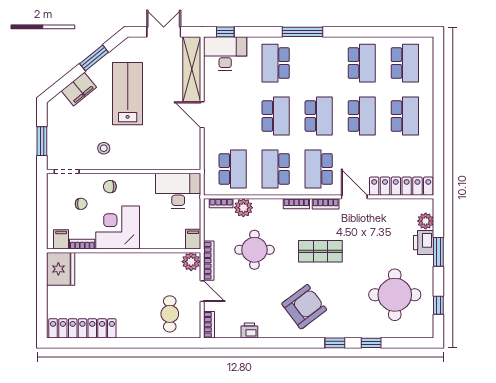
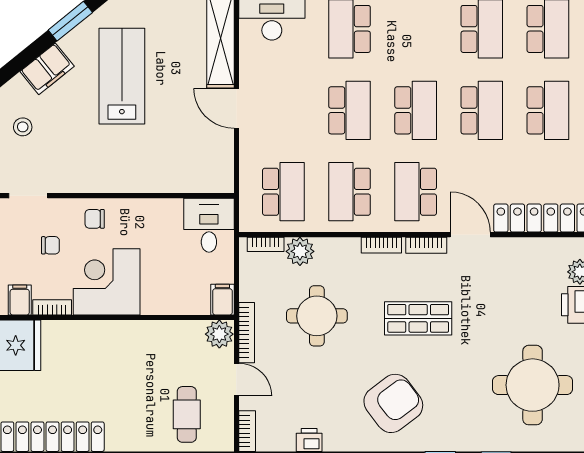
stool: (104, 148) -> (23, 127), moved
desk: (178, 191) -> (209, 225), width x0.73

